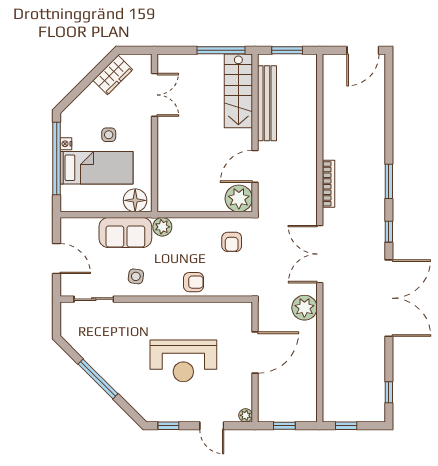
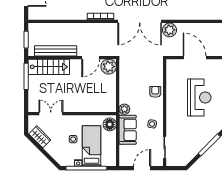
door: (255, 166) -> (91, 58), hinge flipped
armchair: (232, 242) -> (133, 71), removed
double door: (320, 254) -> (140, 21), width x1.36

